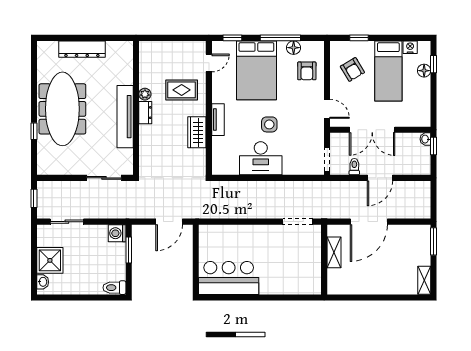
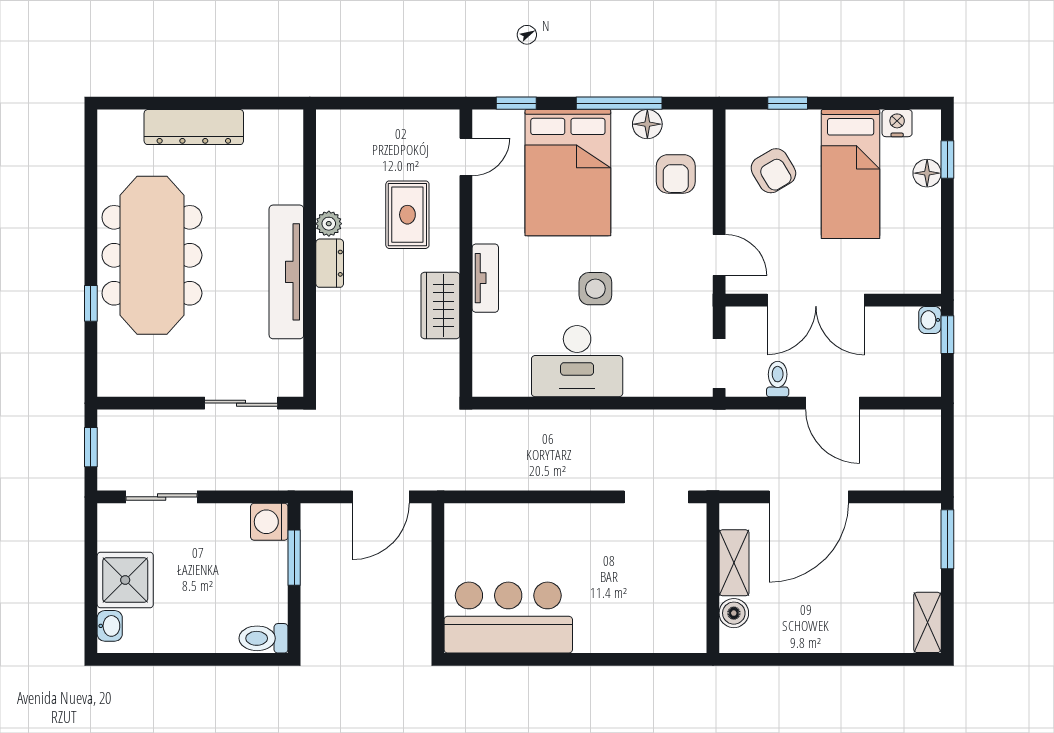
rug: (182, 90) -> (407, 215), turned 90
door: (380, 178) -> (833, 403), hinge flipped
boiler: (334, 276) -> (734, 613), added

